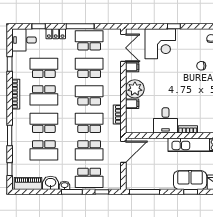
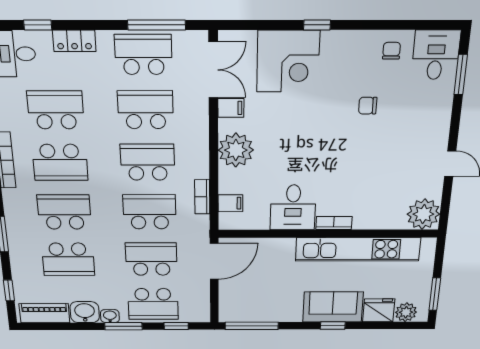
window: (80, 26) -> (157, 25), moved
filing cabinet: (132, 104) -> (230, 203), moved
school desk: (89, 150) -> (151, 259), turned 180

